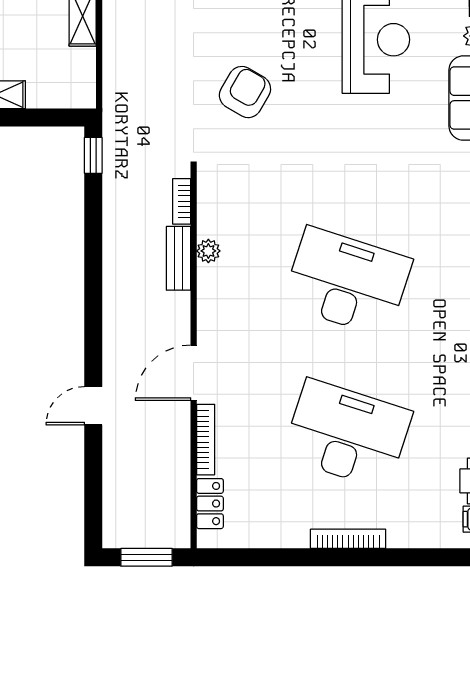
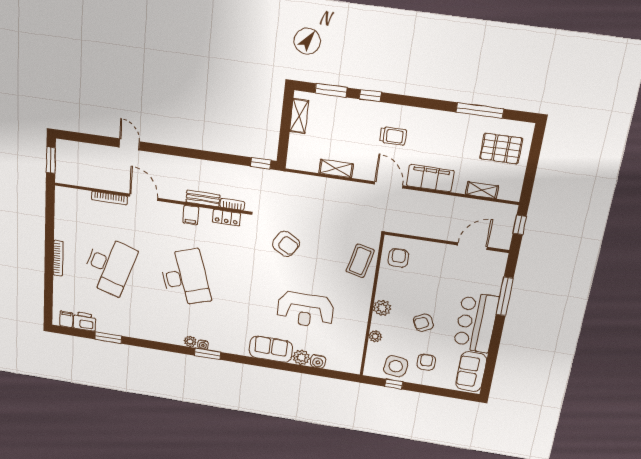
plant: (208, 251) -> (206, 214), removed
filing cabinet: (215, 279) -> (191, 215), added
desk: (347, 282) -> (185, 278), turned -36
locker: (210, 504) -> (226, 218), moved

